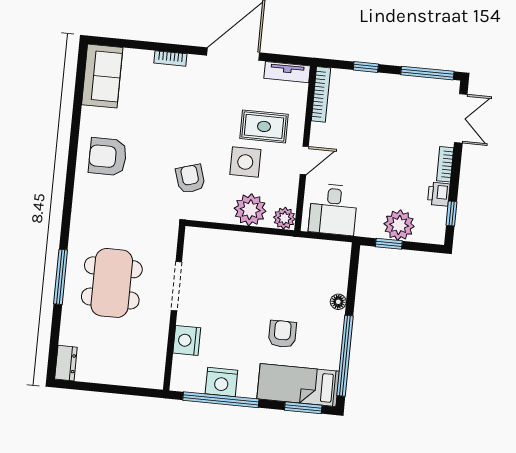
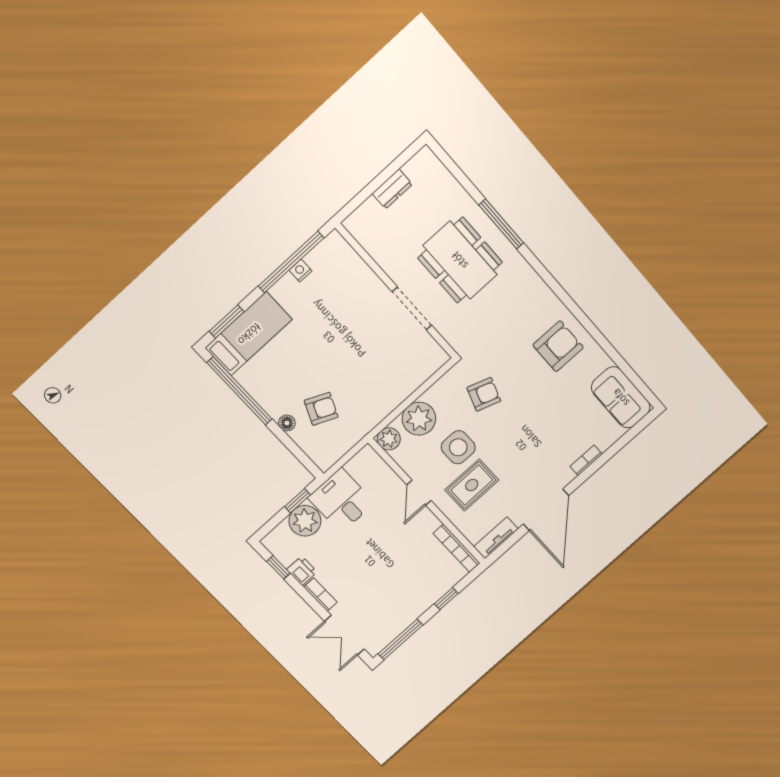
armchair: (190, 179) -> (484, 394), turned -54
desk: (333, 209) -> (341, 500), moved
armchair: (282, 334) -> (321, 409), moved, turned -66
nightstand: (187, 340) -> (362, 278), removed
dresser: (66, 363) -> (392, 189), moved, turned -90
nightstand: (221, 382) -> (300, 271), width x0.53, depth x0.56

